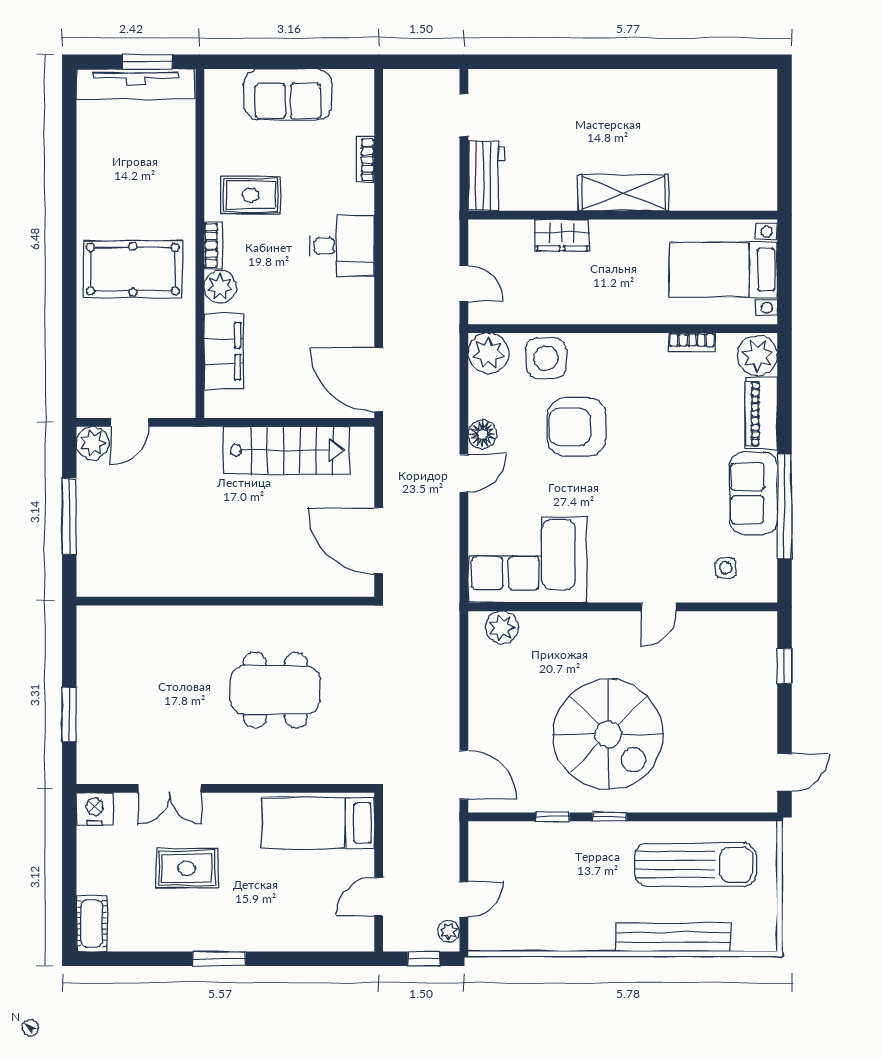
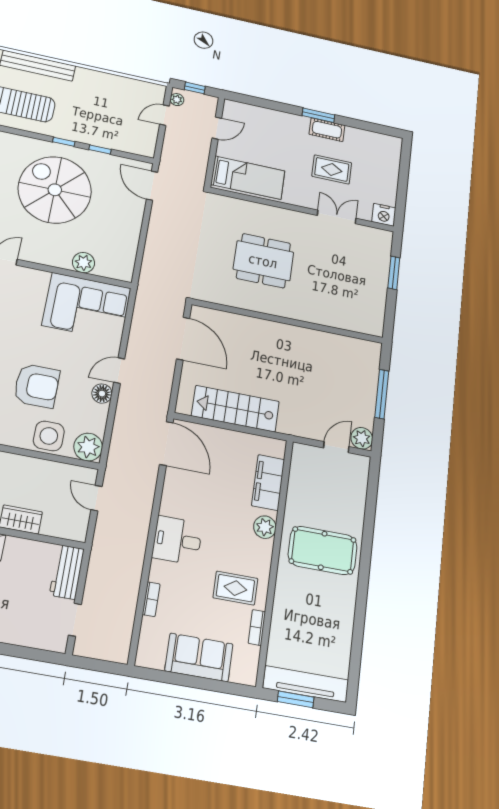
bookcase: (213, 245) -> (257, 628), moved
plant: (502, 627) -> (83, 263), moved
cot: (92, 924) -> (327, 130), moved, turned 90

